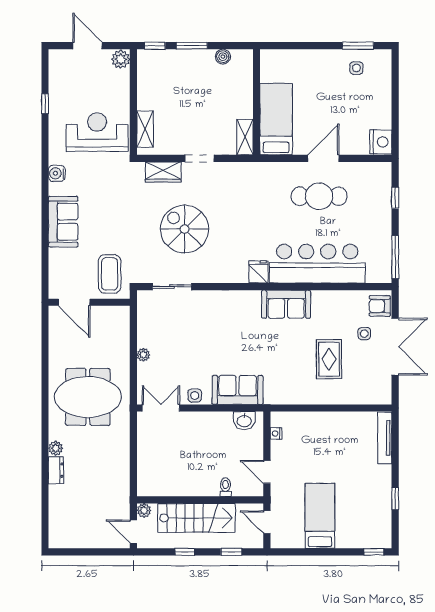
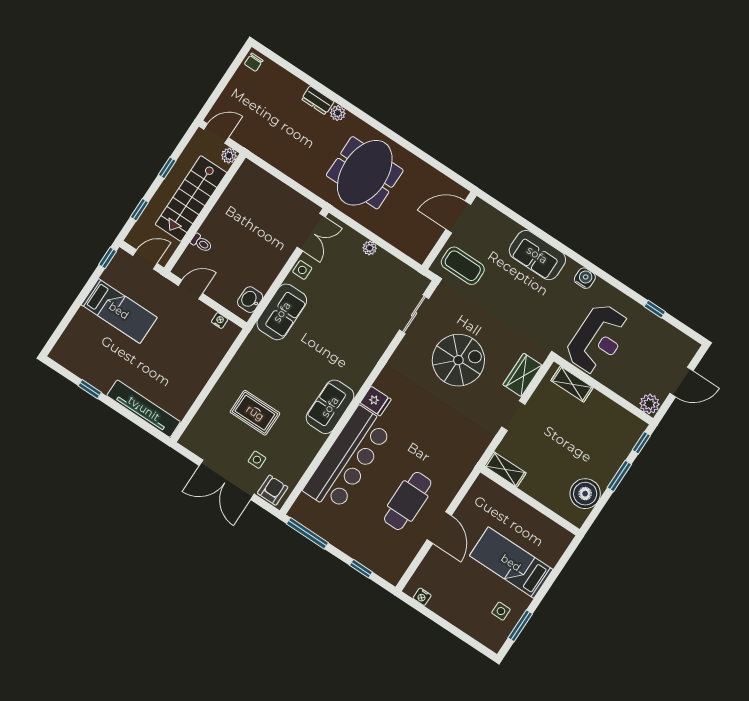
boiler: (223, 57) -> (585, 494), width x1.86, depth x1.86
bed: (276, 119) -> (511, 563), moved, turned 180
nightstand: (381, 142) -> (422, 597), width x0.53, depth x0.56
tv unit: (385, 438) -> (144, 409), width x1.36, depth x1.29
chair: (59, 539) -> (254, 62), added
window: (374, 552) -> (108, 258), moved

